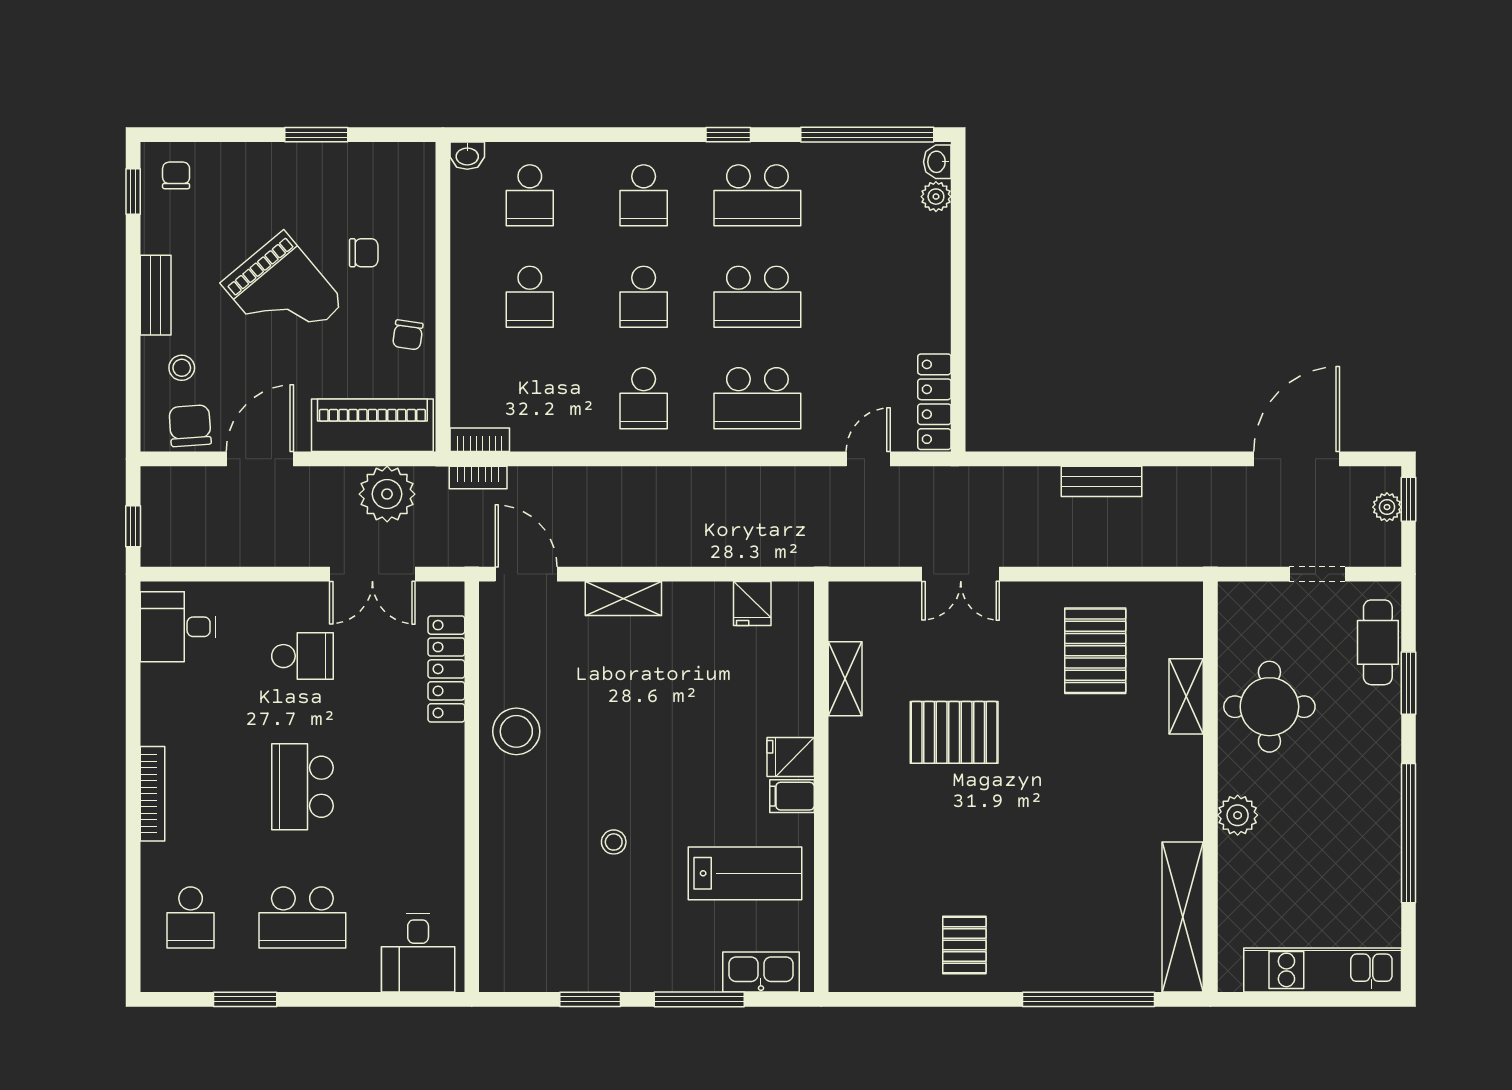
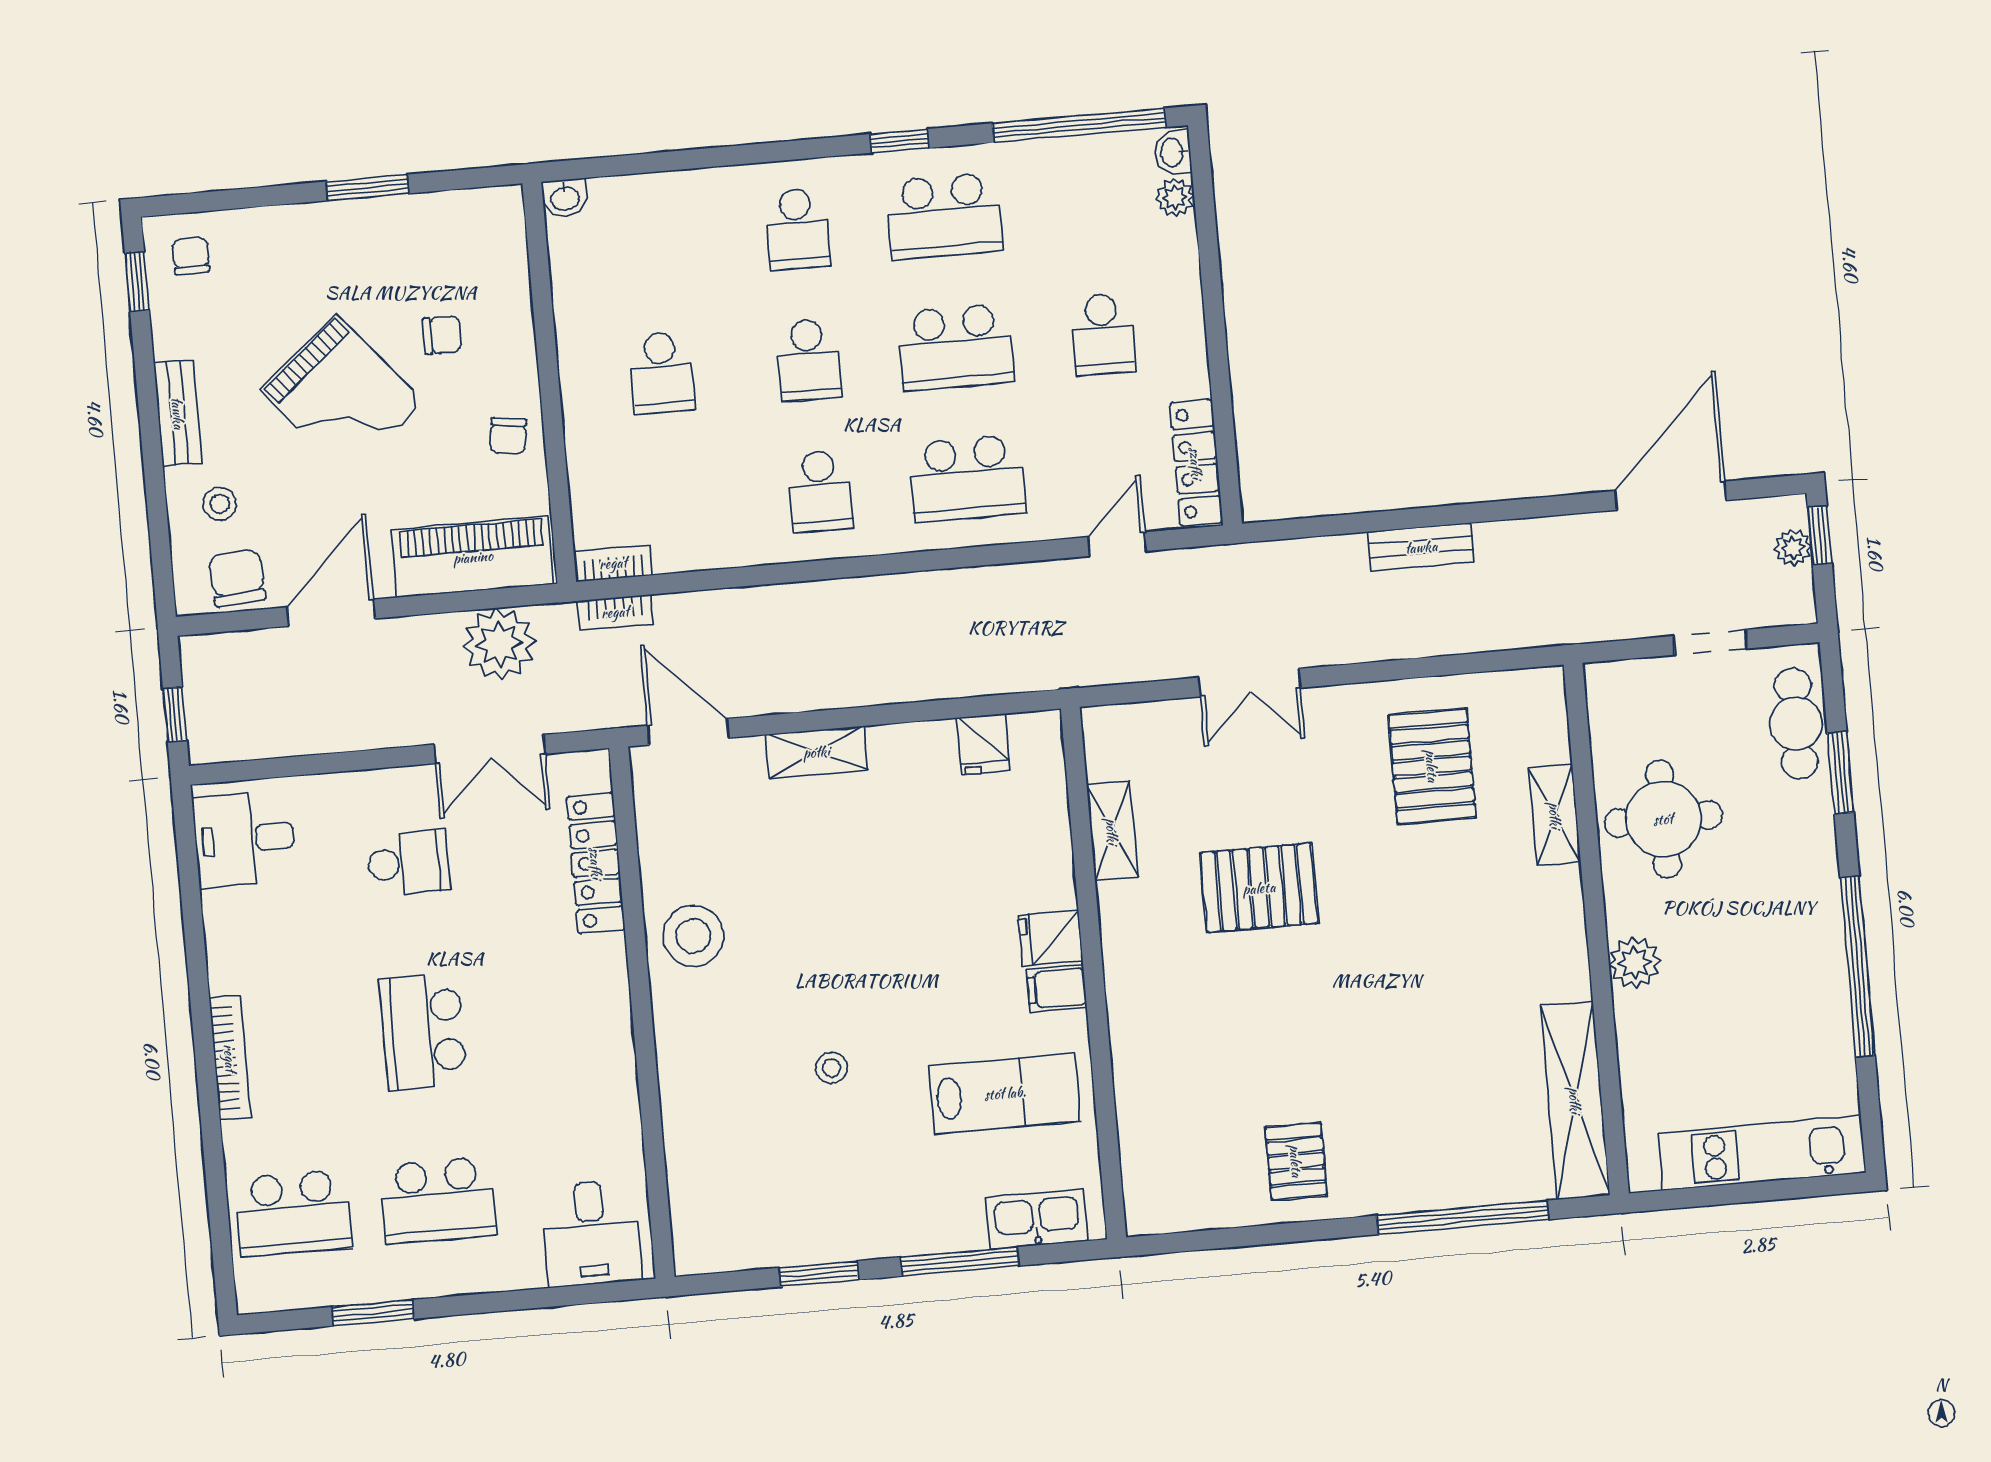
school desk: (530, 195) -> (1103, 334), moved
school desk: (191, 917) -> (293, 1213), width x1.85

